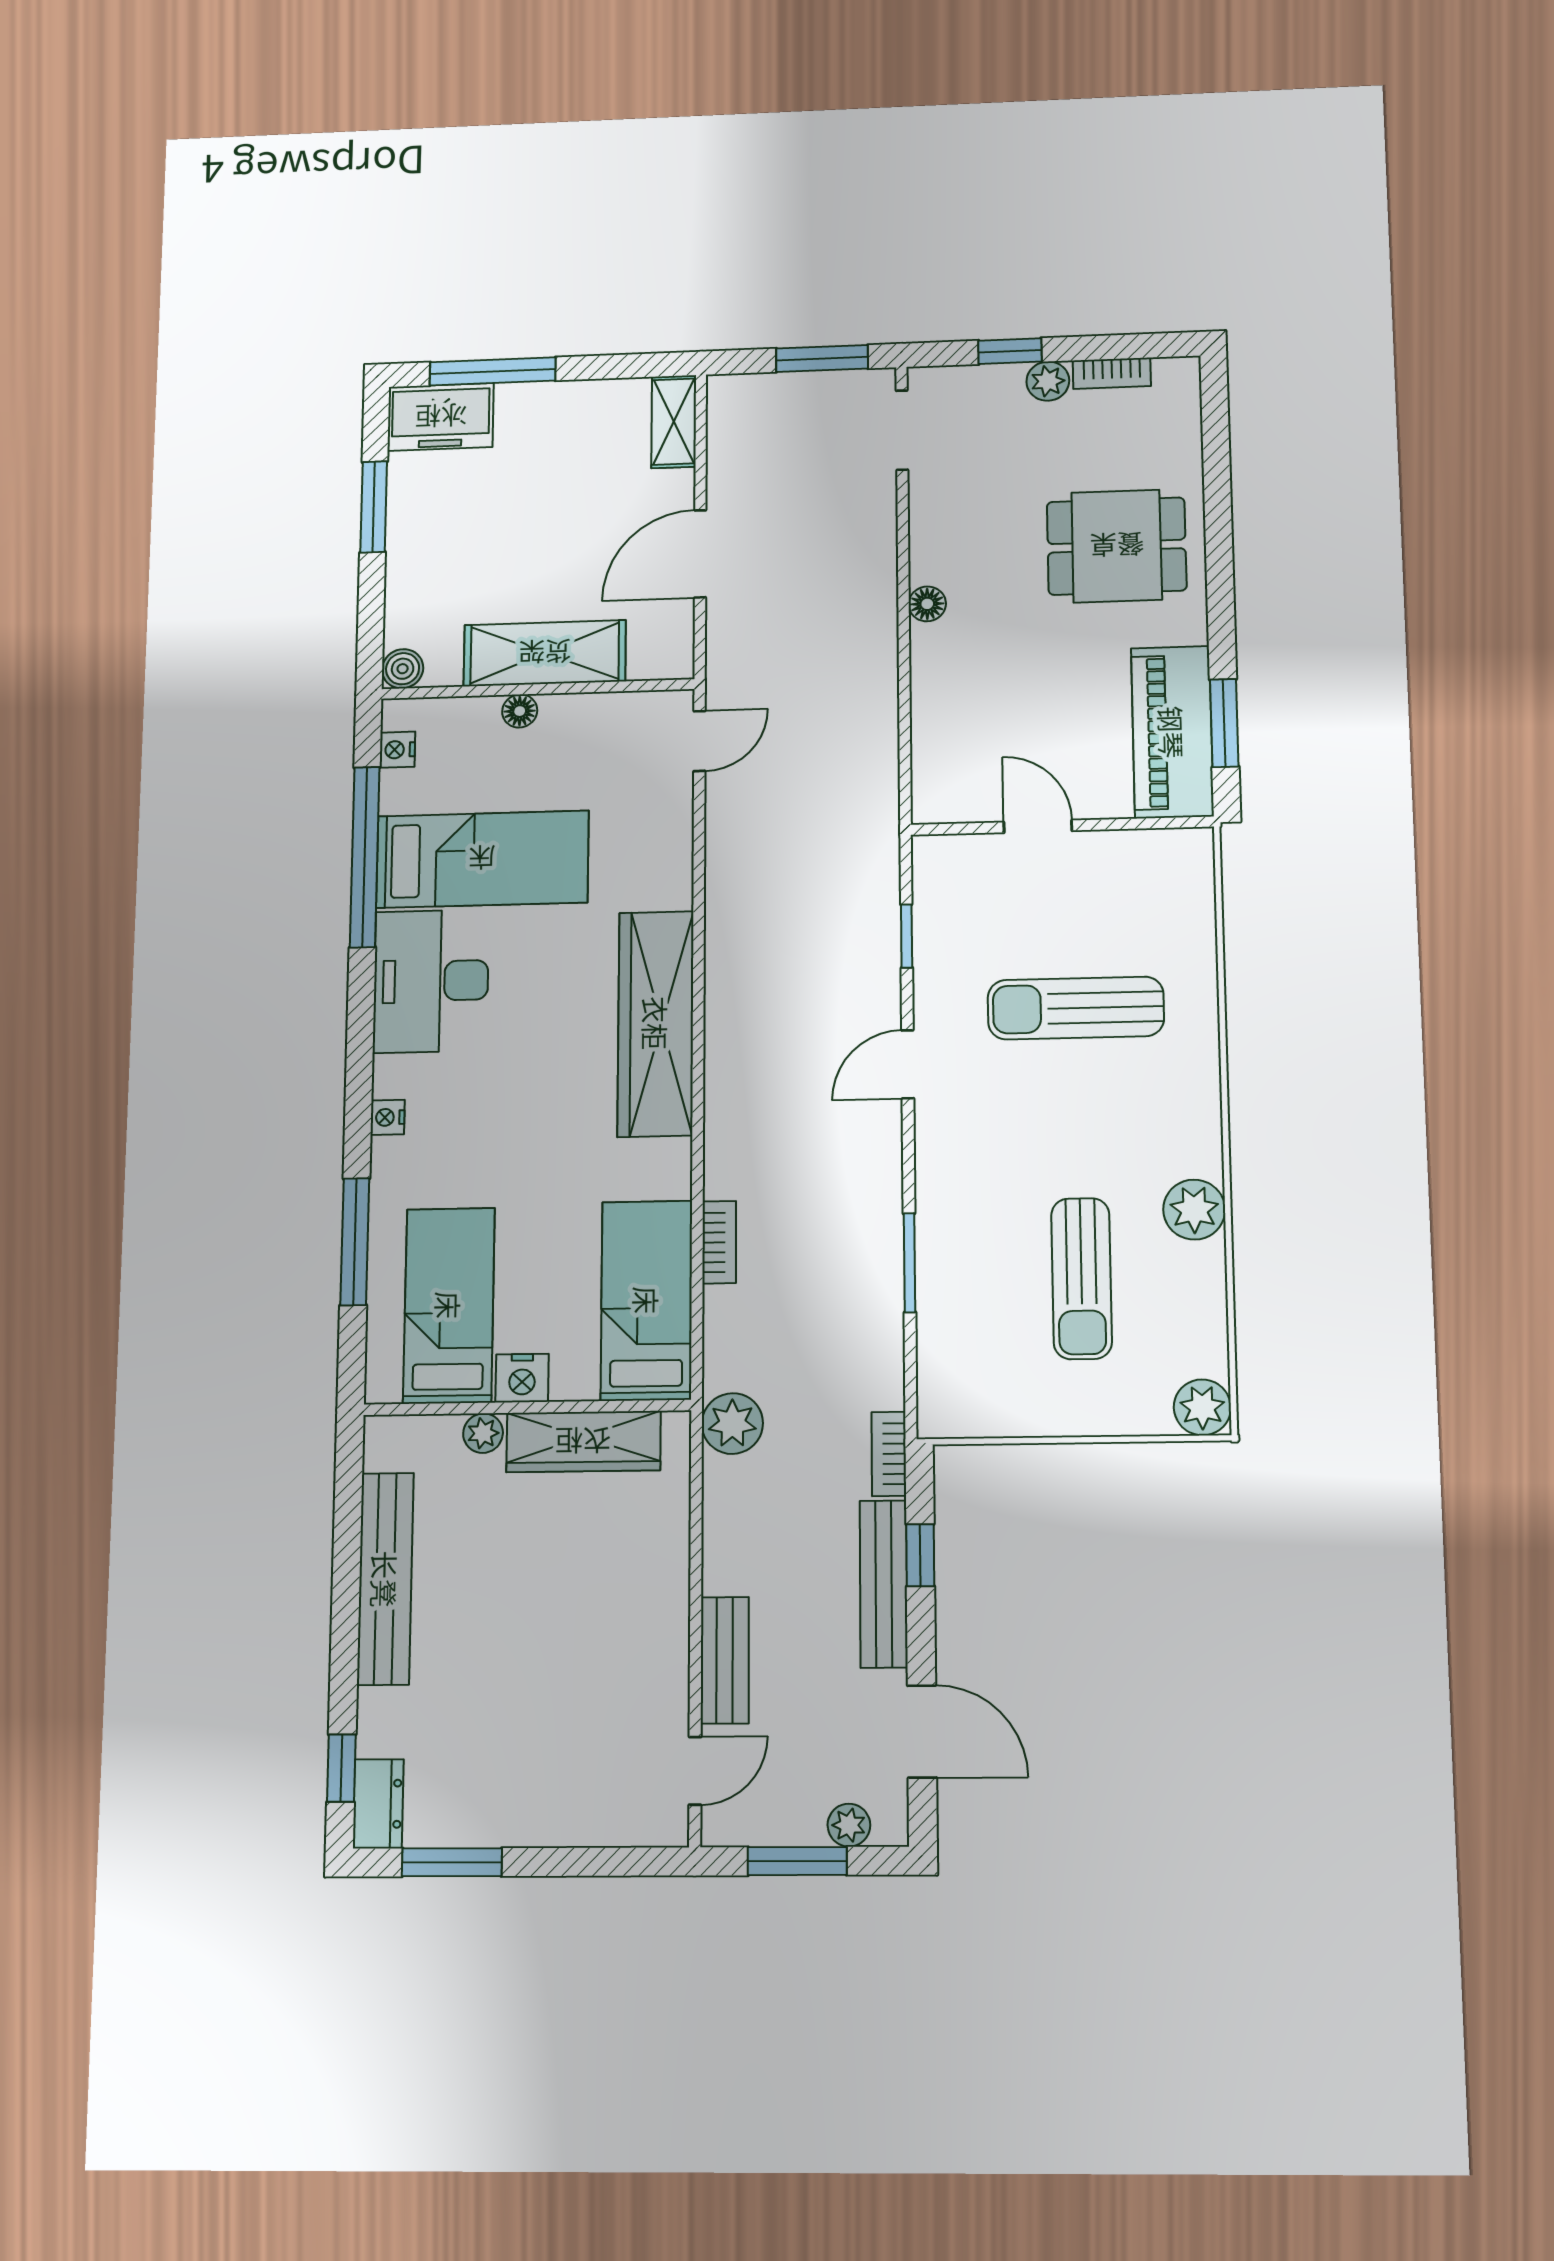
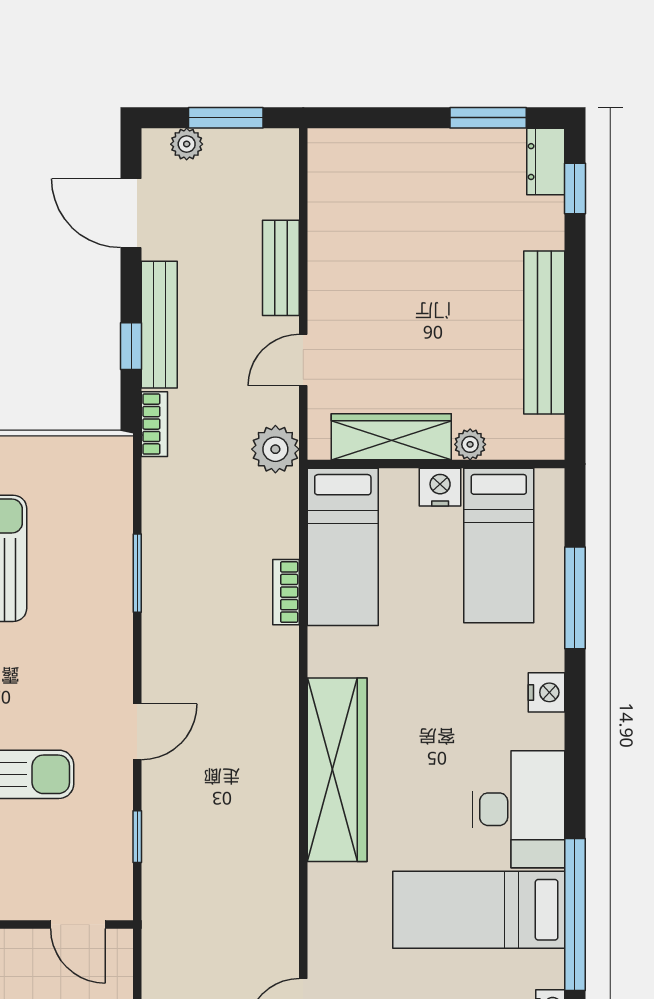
door: (1038, 826) -> (78, 924), moved
nightstand: (388, 1117) -> (546, 692), width x1.39, depth x1.35
door: (695, 1771) -> (303, 360), moved

